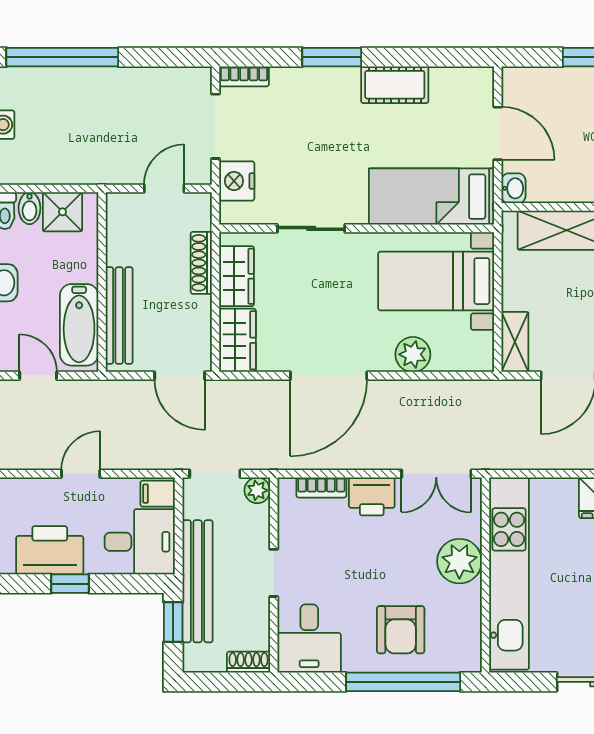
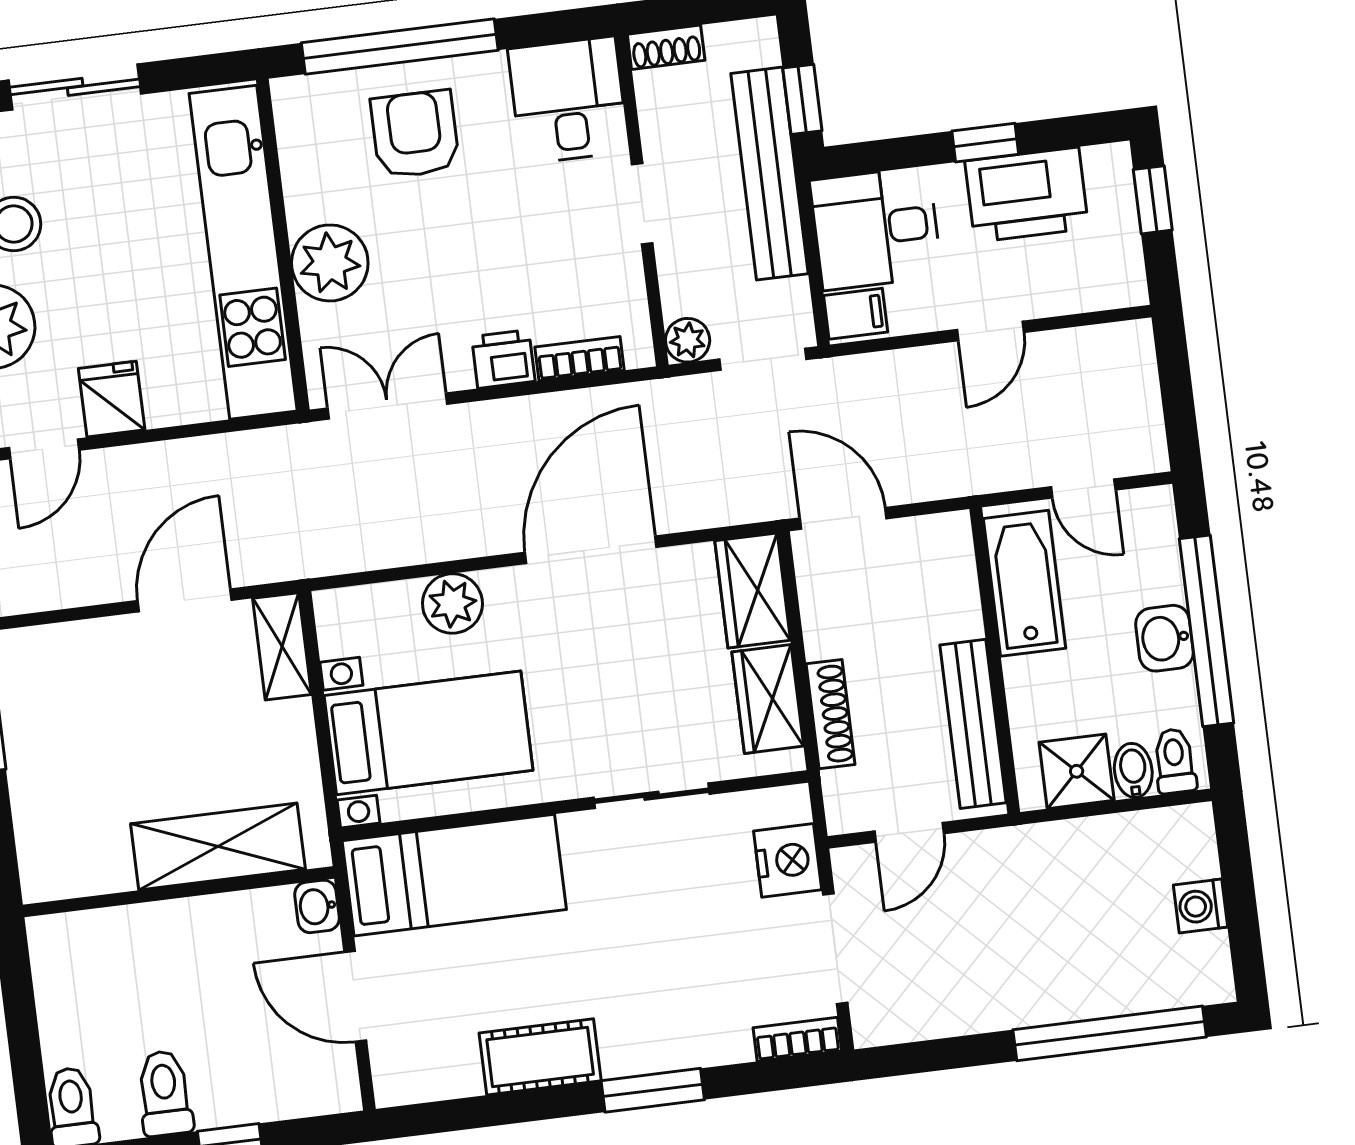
bench: (119, 315) -> (973, 724), moved
printer: (372, 496) -> (503, 359), width x0.73, depth x0.81

